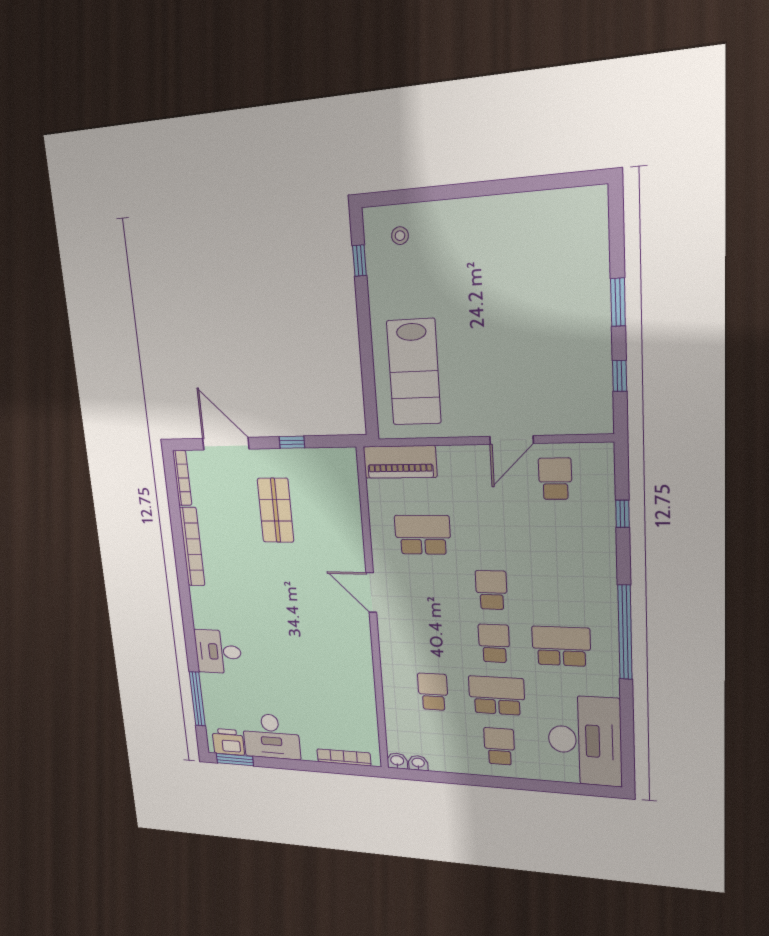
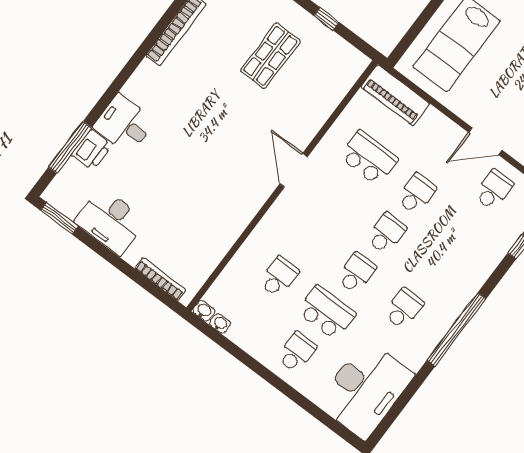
school desk: (489, 535) -> (416, 194), added
school desk: (561, 646) -> (404, 309), width x0.54
printer: (228, 742) -> (92, 150), moved, turned 90

